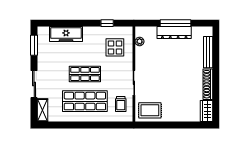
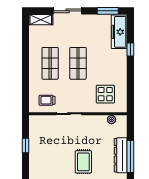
window: (107, 23) -> (130, 49), moved
freezer: (66, 34) -> (119, 32), moved
shop shelf: (85, 101) -> (50, 63), width x0.70, depth x0.74
rug: (150, 110) -> (83, 162), moved
window: (165, 125) -> (26, 145), added

